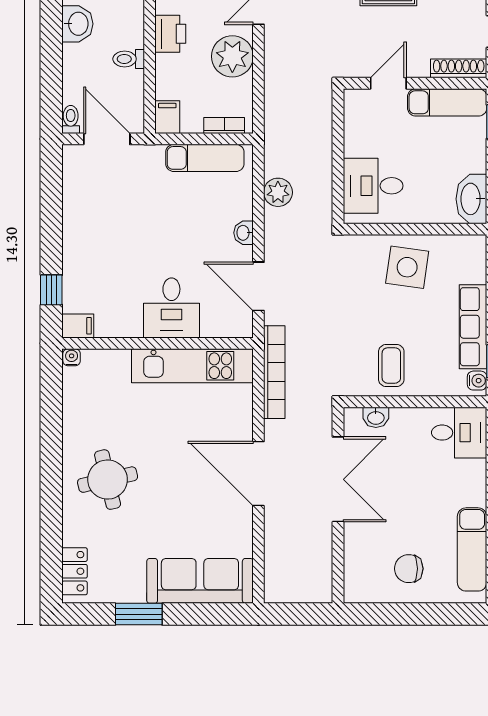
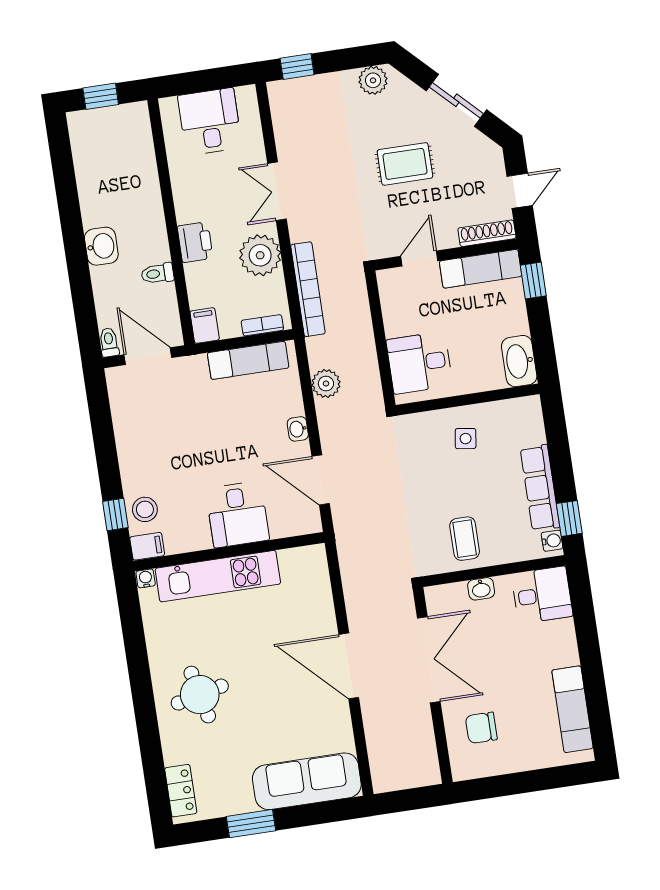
side table: (407, 267) -> (466, 439), width x0.54, depth x0.54
stool: (81, 289) -> (145, 509), added
kitchen unit: (192, 366) -> (218, 576), moved
bookcase: (274, 372) -> (308, 289), moved
washbasin: (376, 417) -> (481, 589), moved
chair: (409, 569) -> (481, 728), moved

